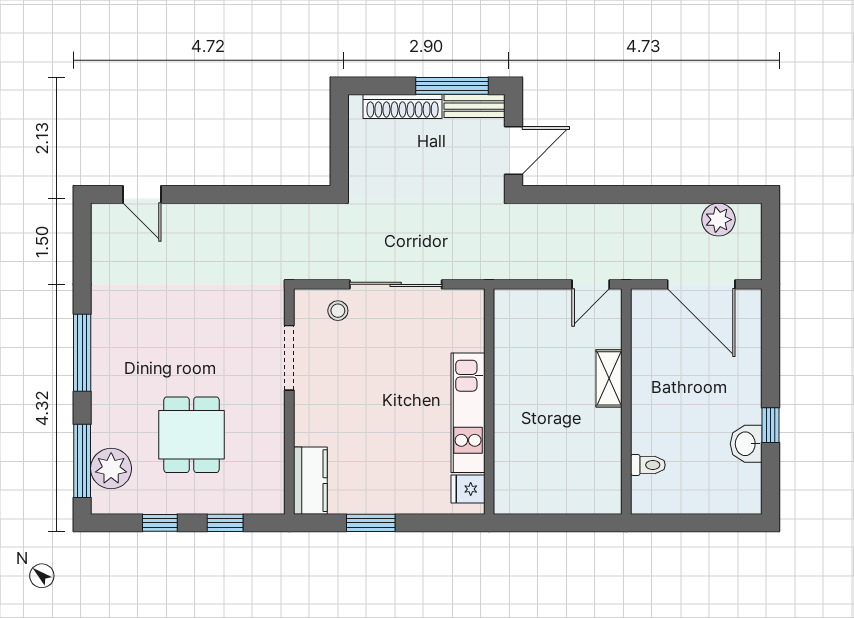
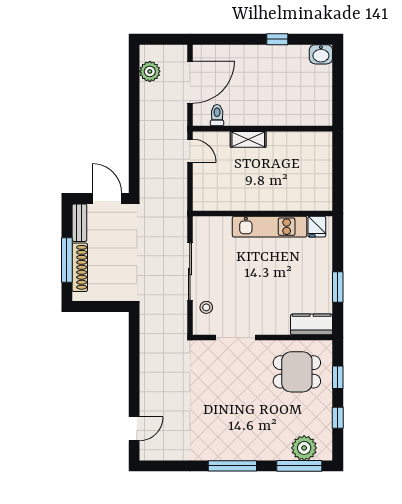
window: (452, 86) -> (67, 260), moved
dining table: (191, 435) -> (297, 372), moved
washbasin: (746, 444) -> (321, 54), moved
toilet: (648, 465) -> (217, 115), moved

